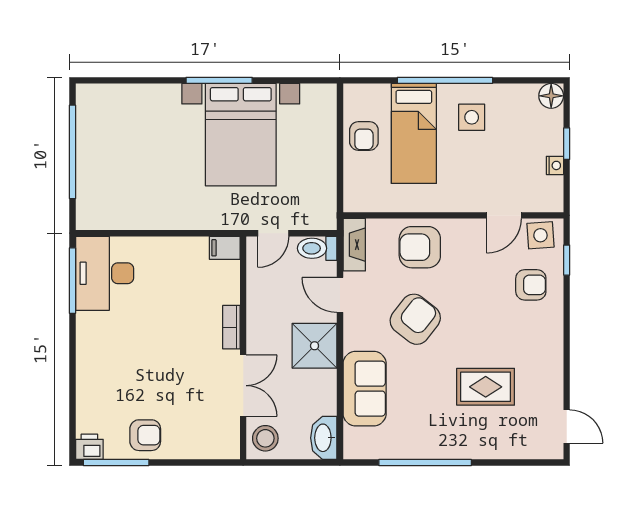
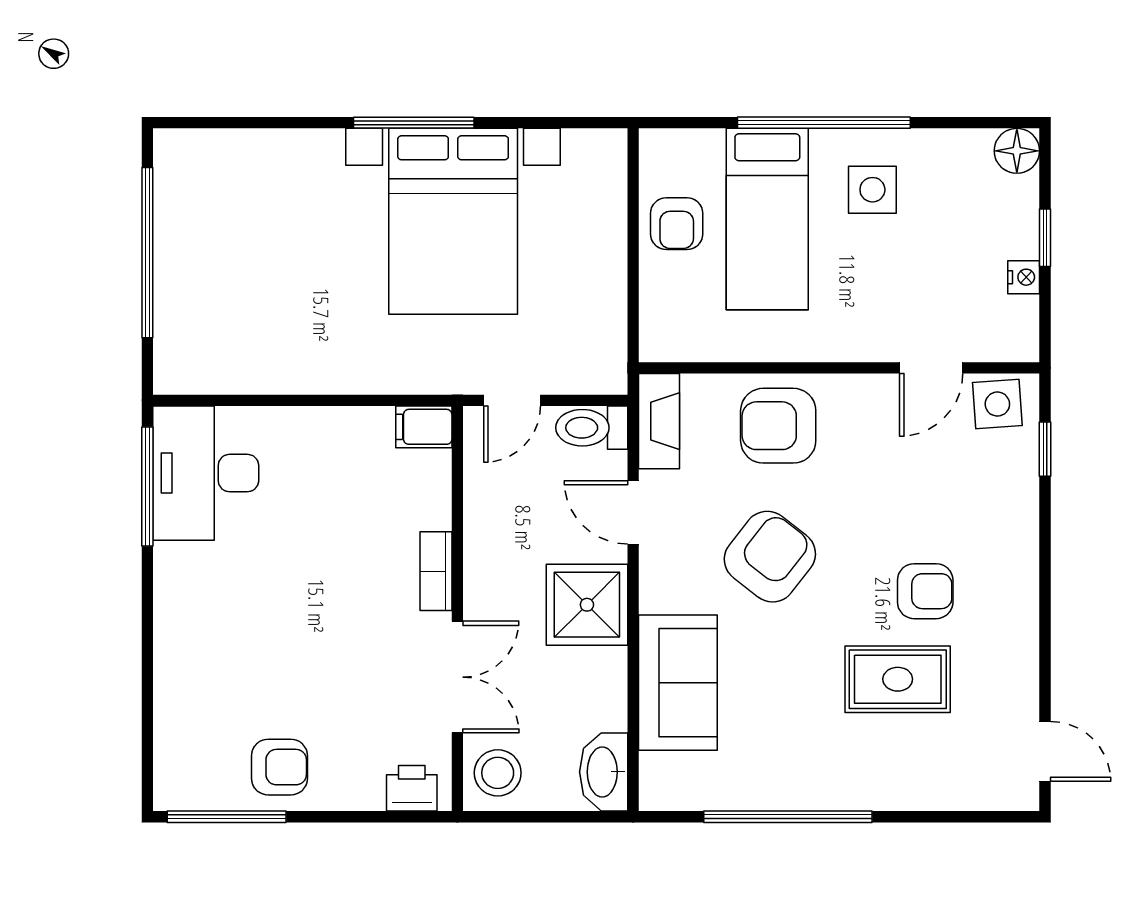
armchair: (531, 285) -> (925, 591), moved
printer: (89, 447) -> (412, 788), moved

